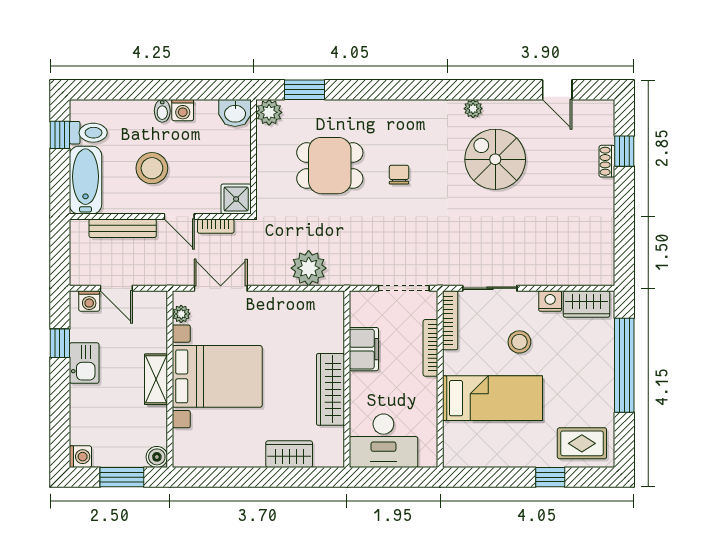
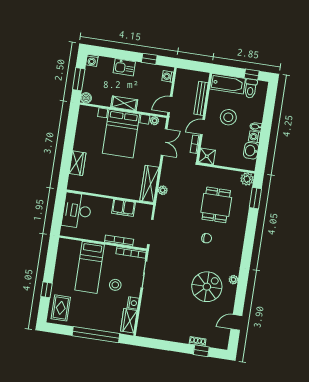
washbasin: (235, 113) -> (251, 151), moved
plant: (309, 268) -> (163, 190), width x0.53, depth x0.53
door: (116, 288) -> (170, 105), moved
kitchen sink: (84, 363) -> (124, 67), moved
wardrobe: (331, 389) -> (149, 184), moved, turned -90

